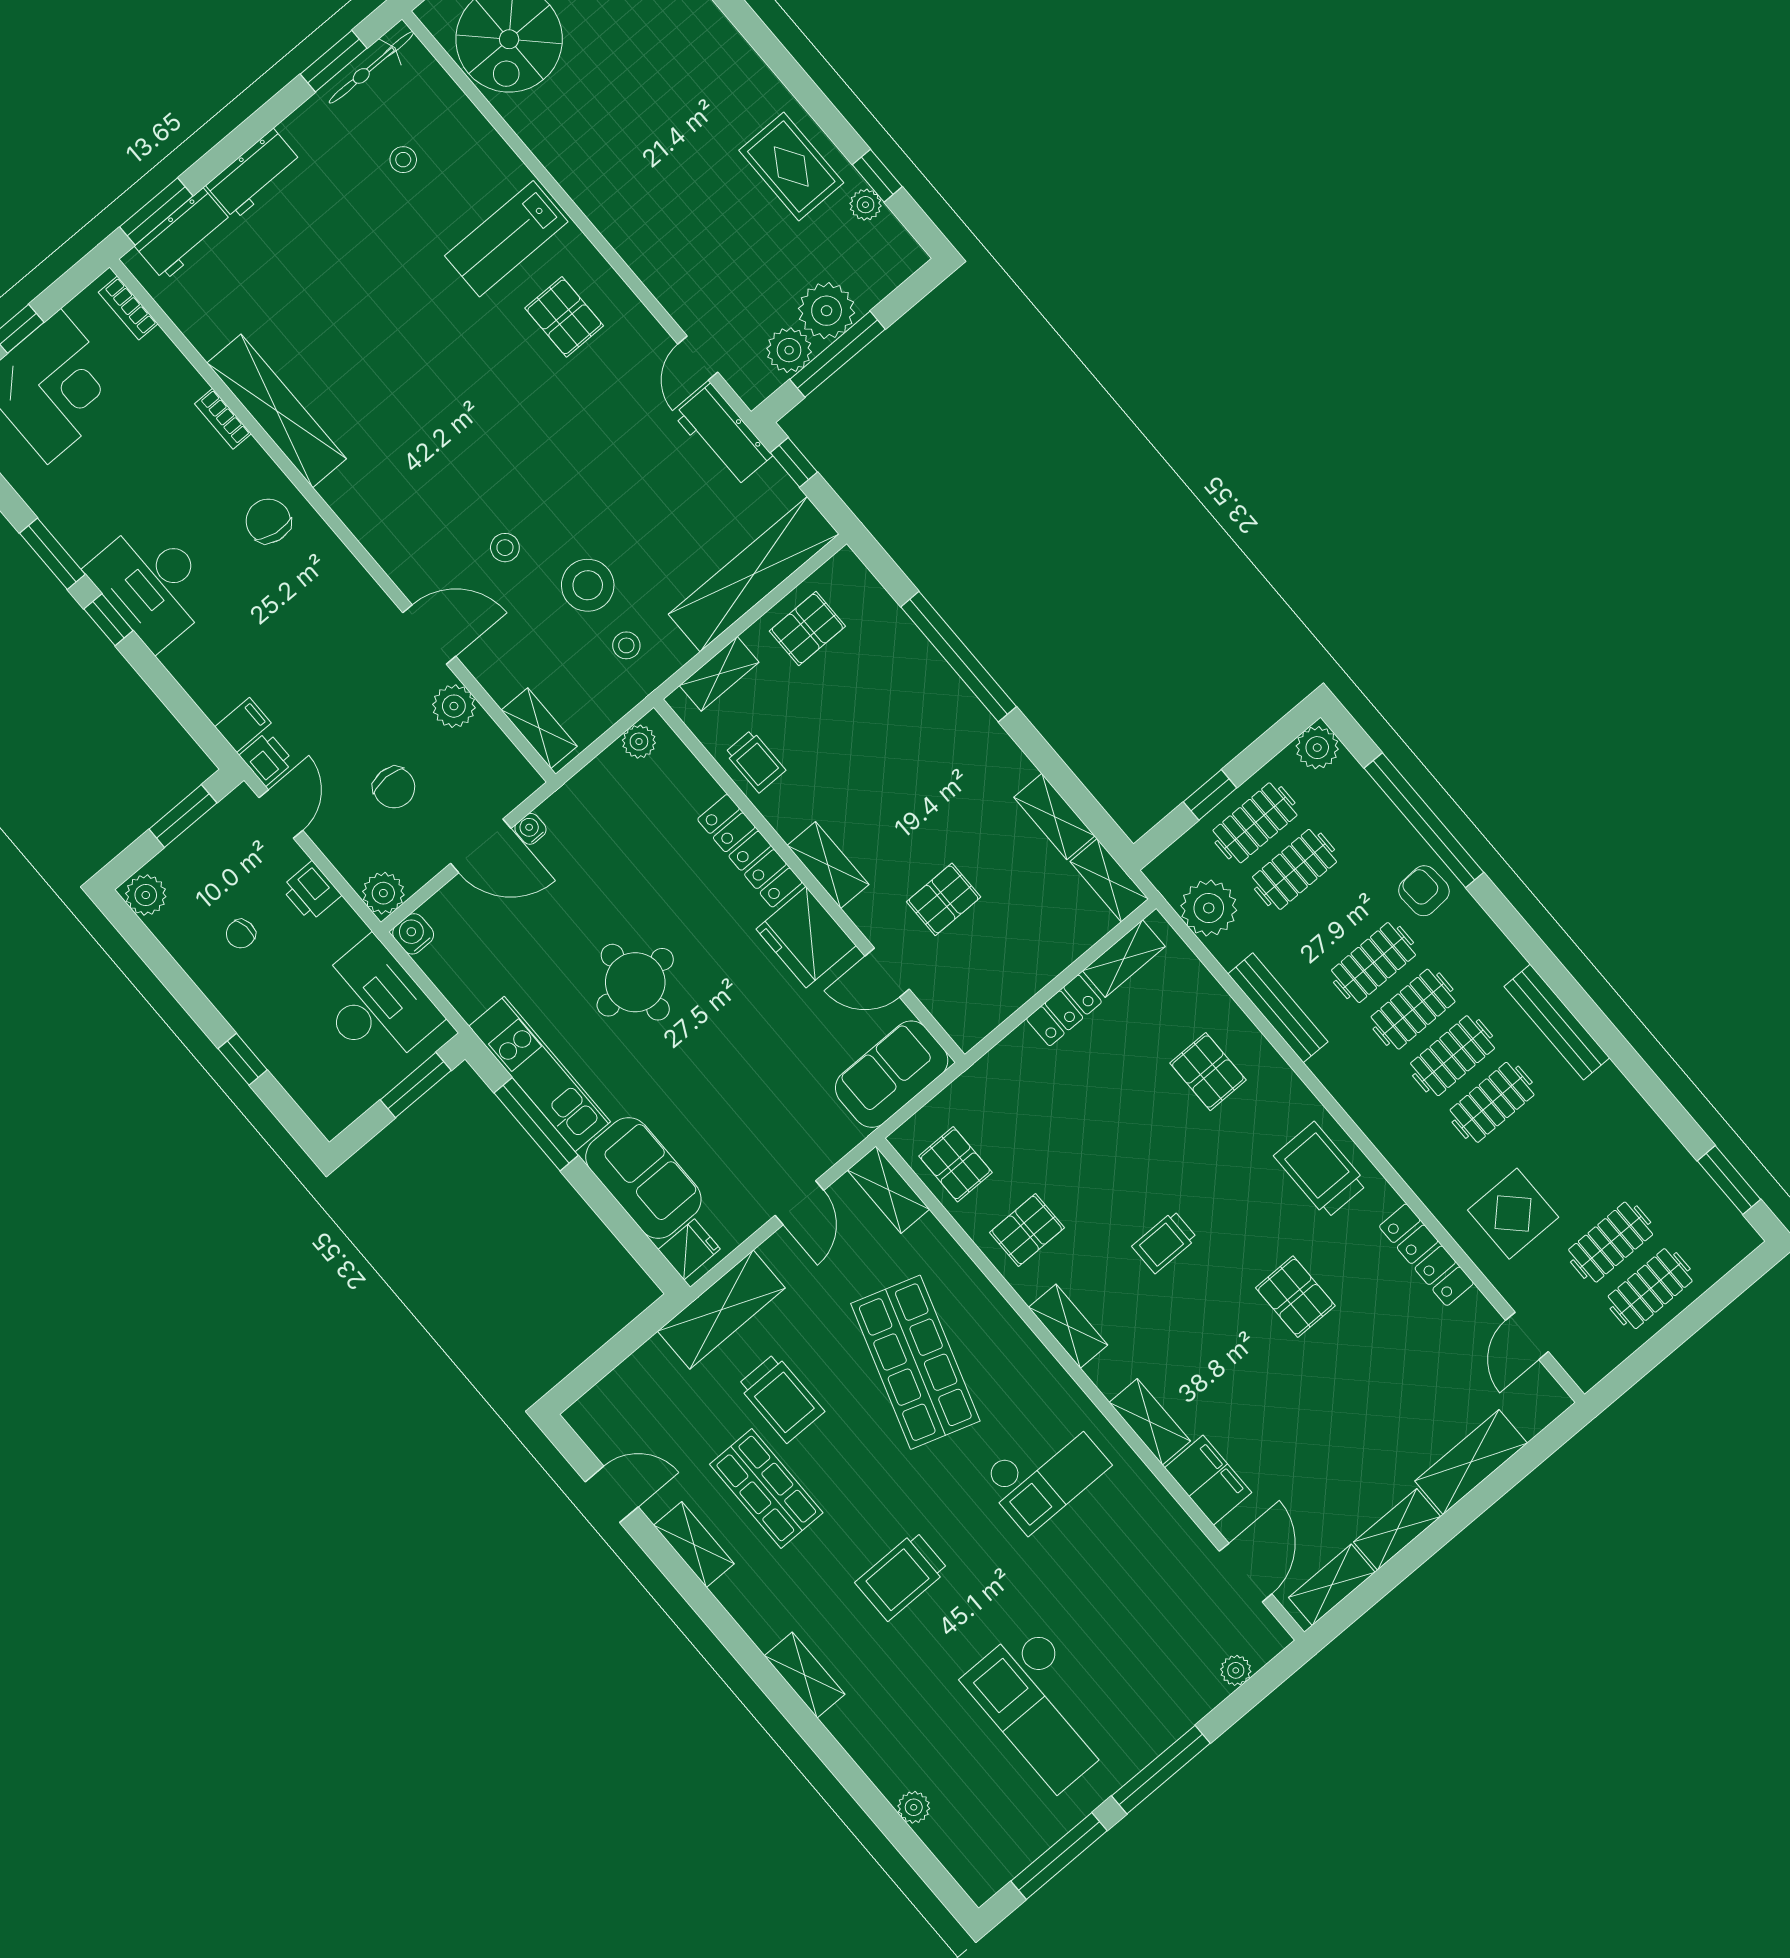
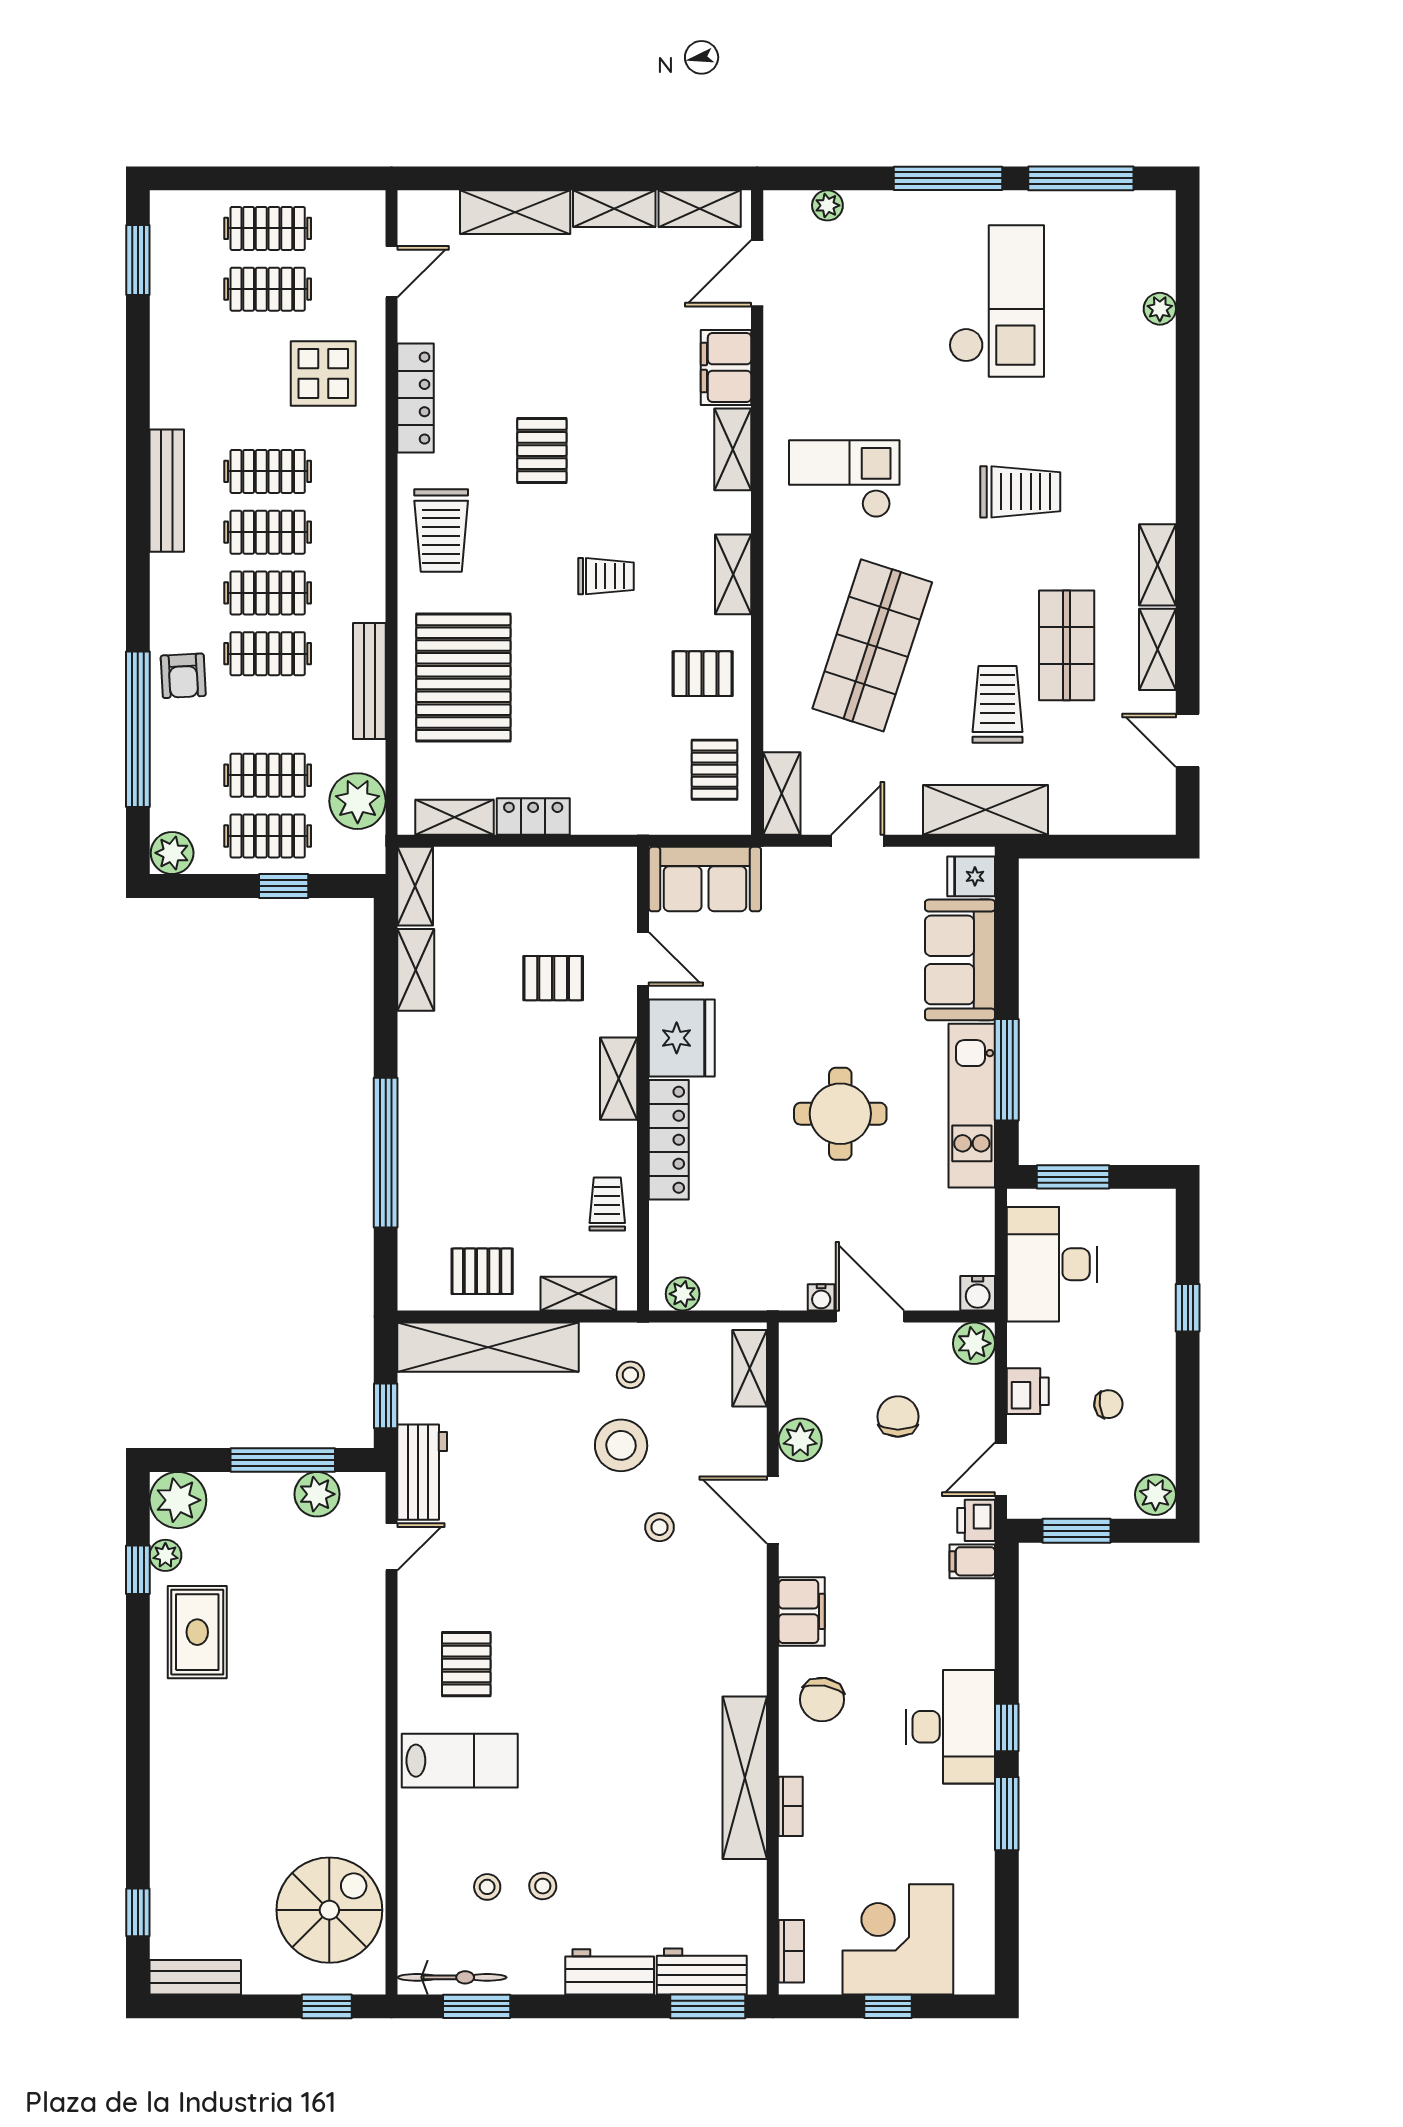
stool: (361, 196) -> (543, 1886), added
plant: (827, 311) -> (178, 1500), moved
filing cabinet: (341, 575) -> (802, 1611), added
pallet: (1208, 1072) -> (463, 678), width x2.05, depth x2.00
shelving: (805, 1675) -> (1157, 565), moved

